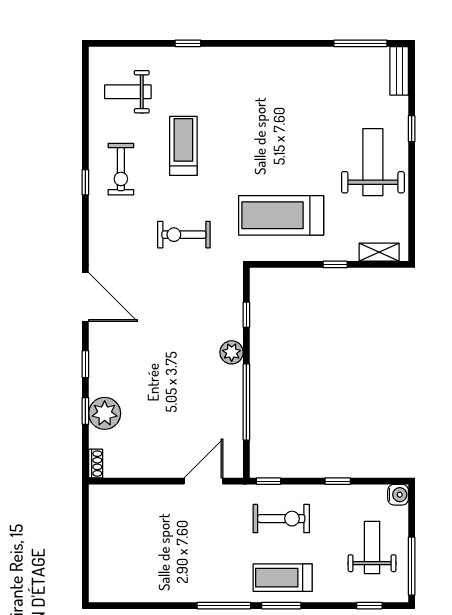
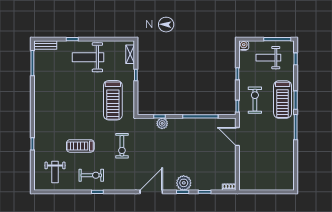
plant: (232, 352) -> (162, 123), moved
plant: (105, 413) -> (184, 183), moved
treadmill: (283, 578) -> (283, 99), width x1.37, depth x1.38

